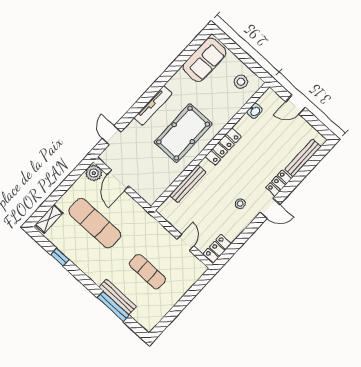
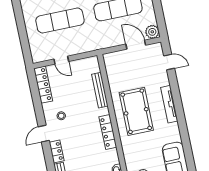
locker: (217, 249) -> (43, 85), width x1.53
exercise mat: (147, 272) -> (60, 20), width x1.36, depth x1.45

